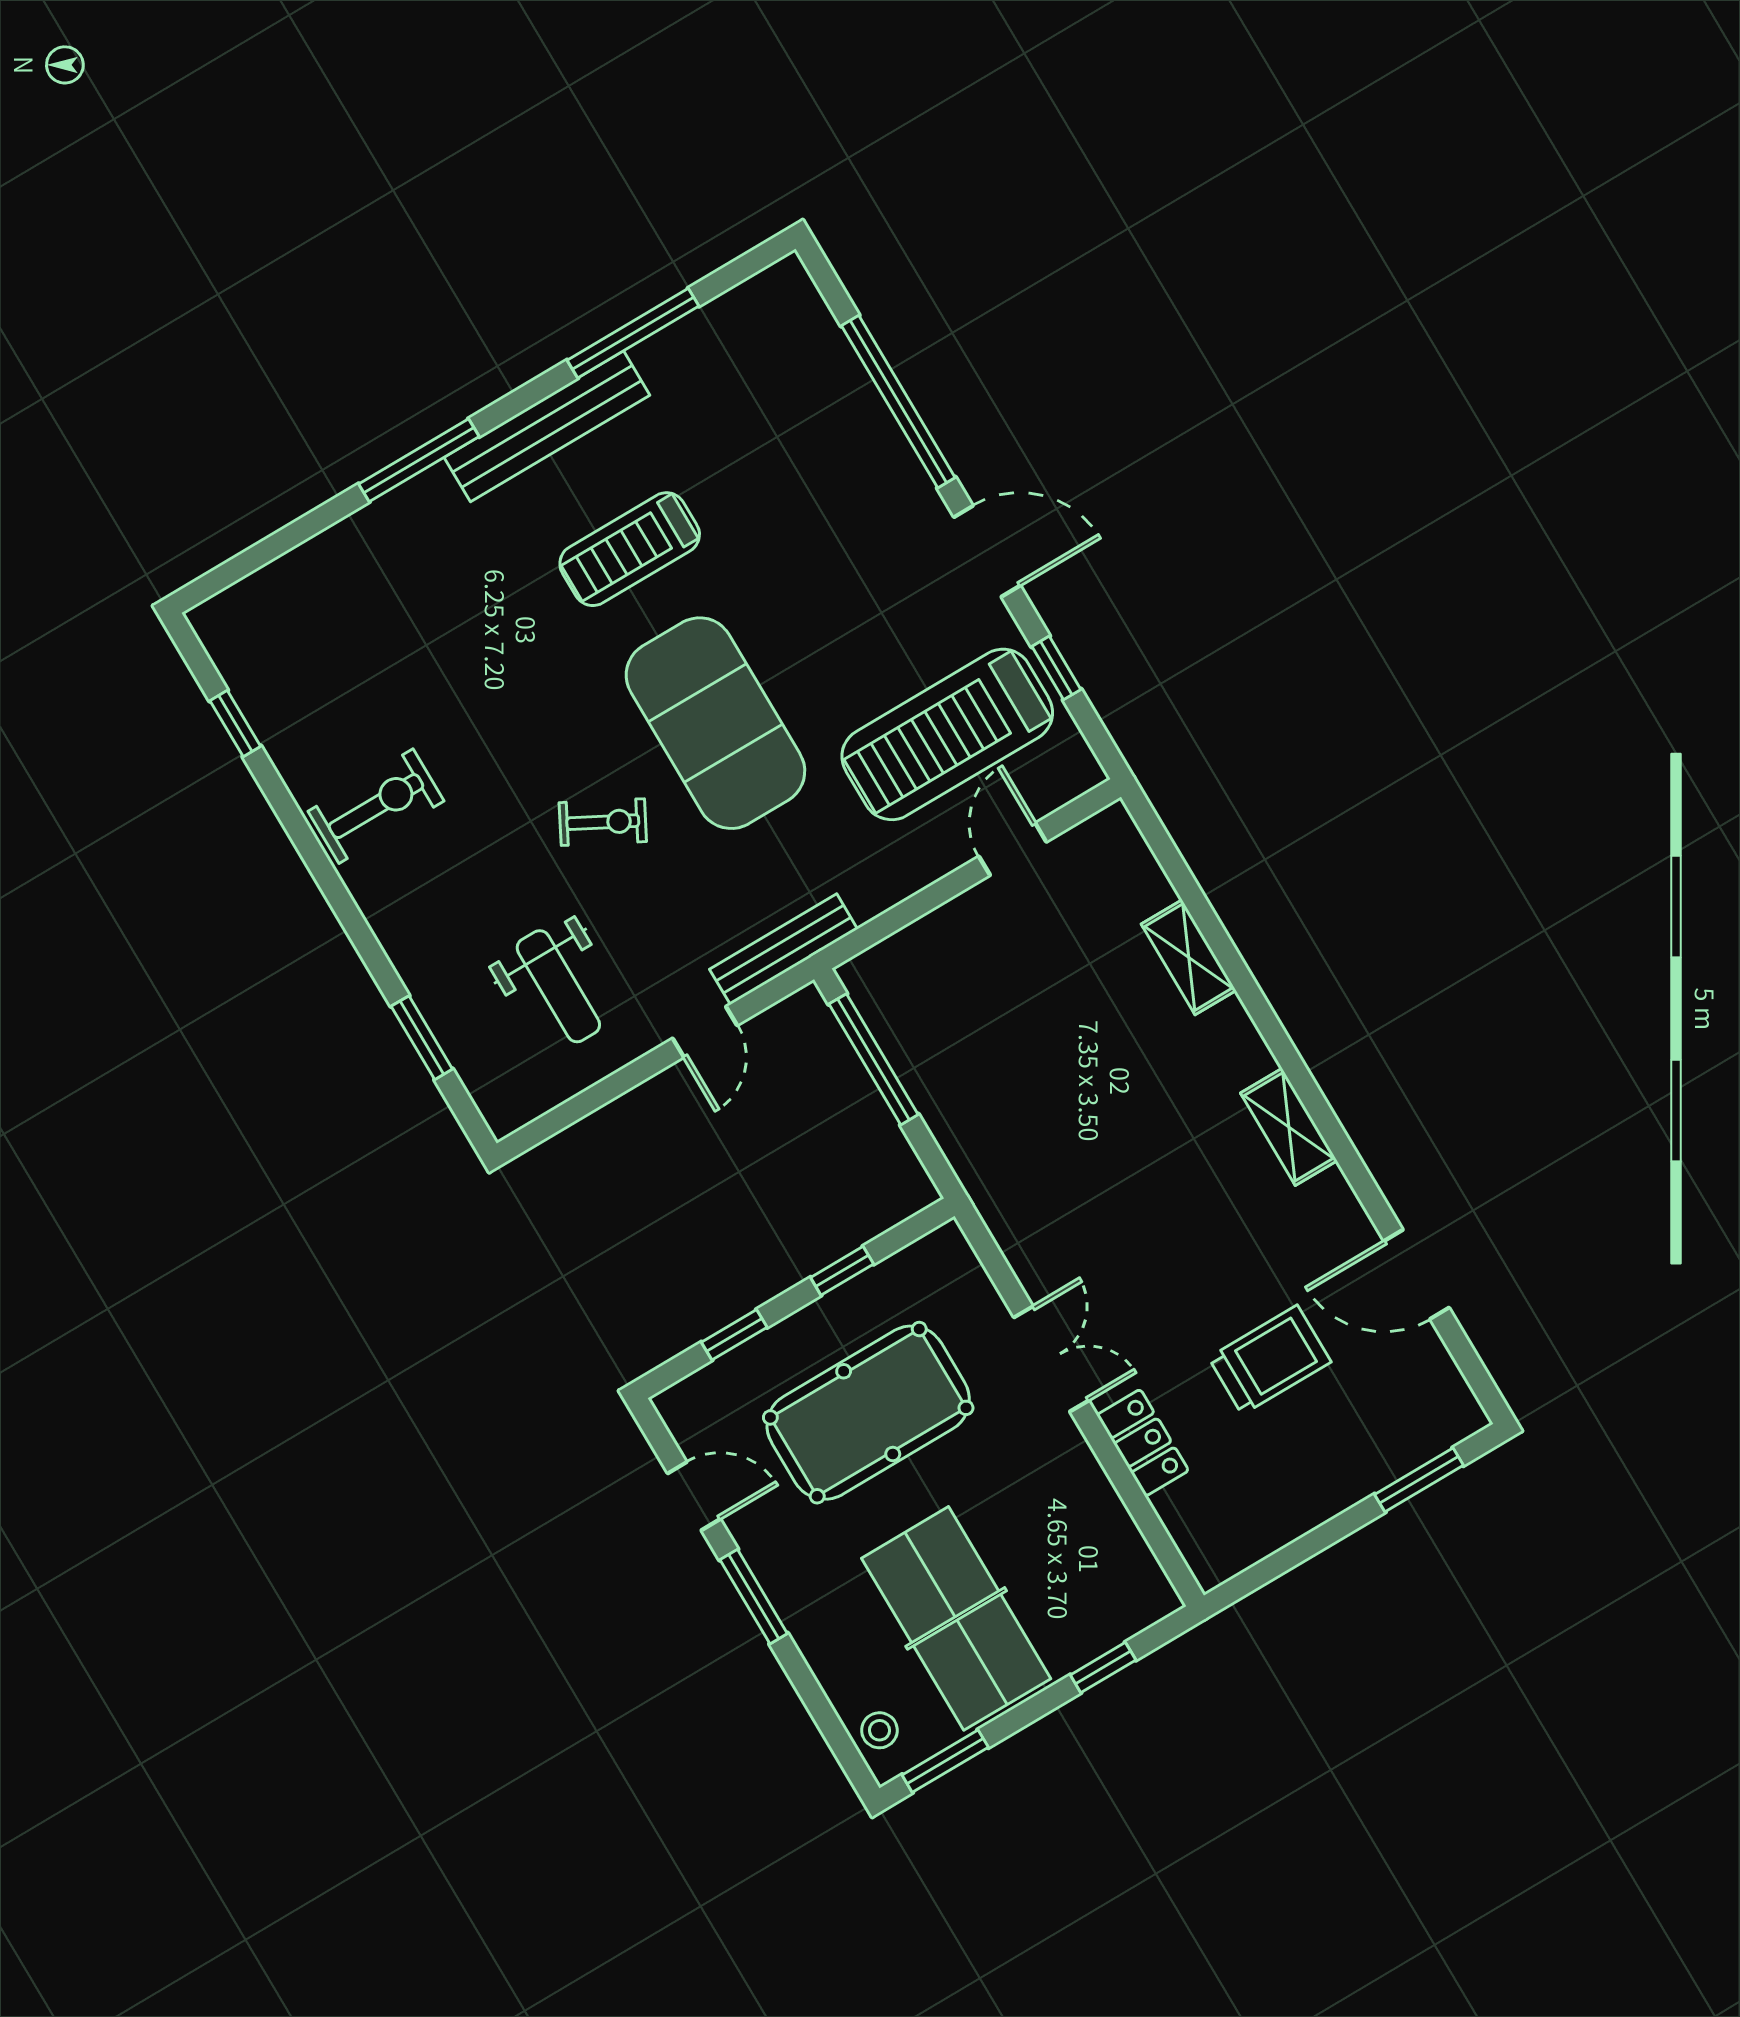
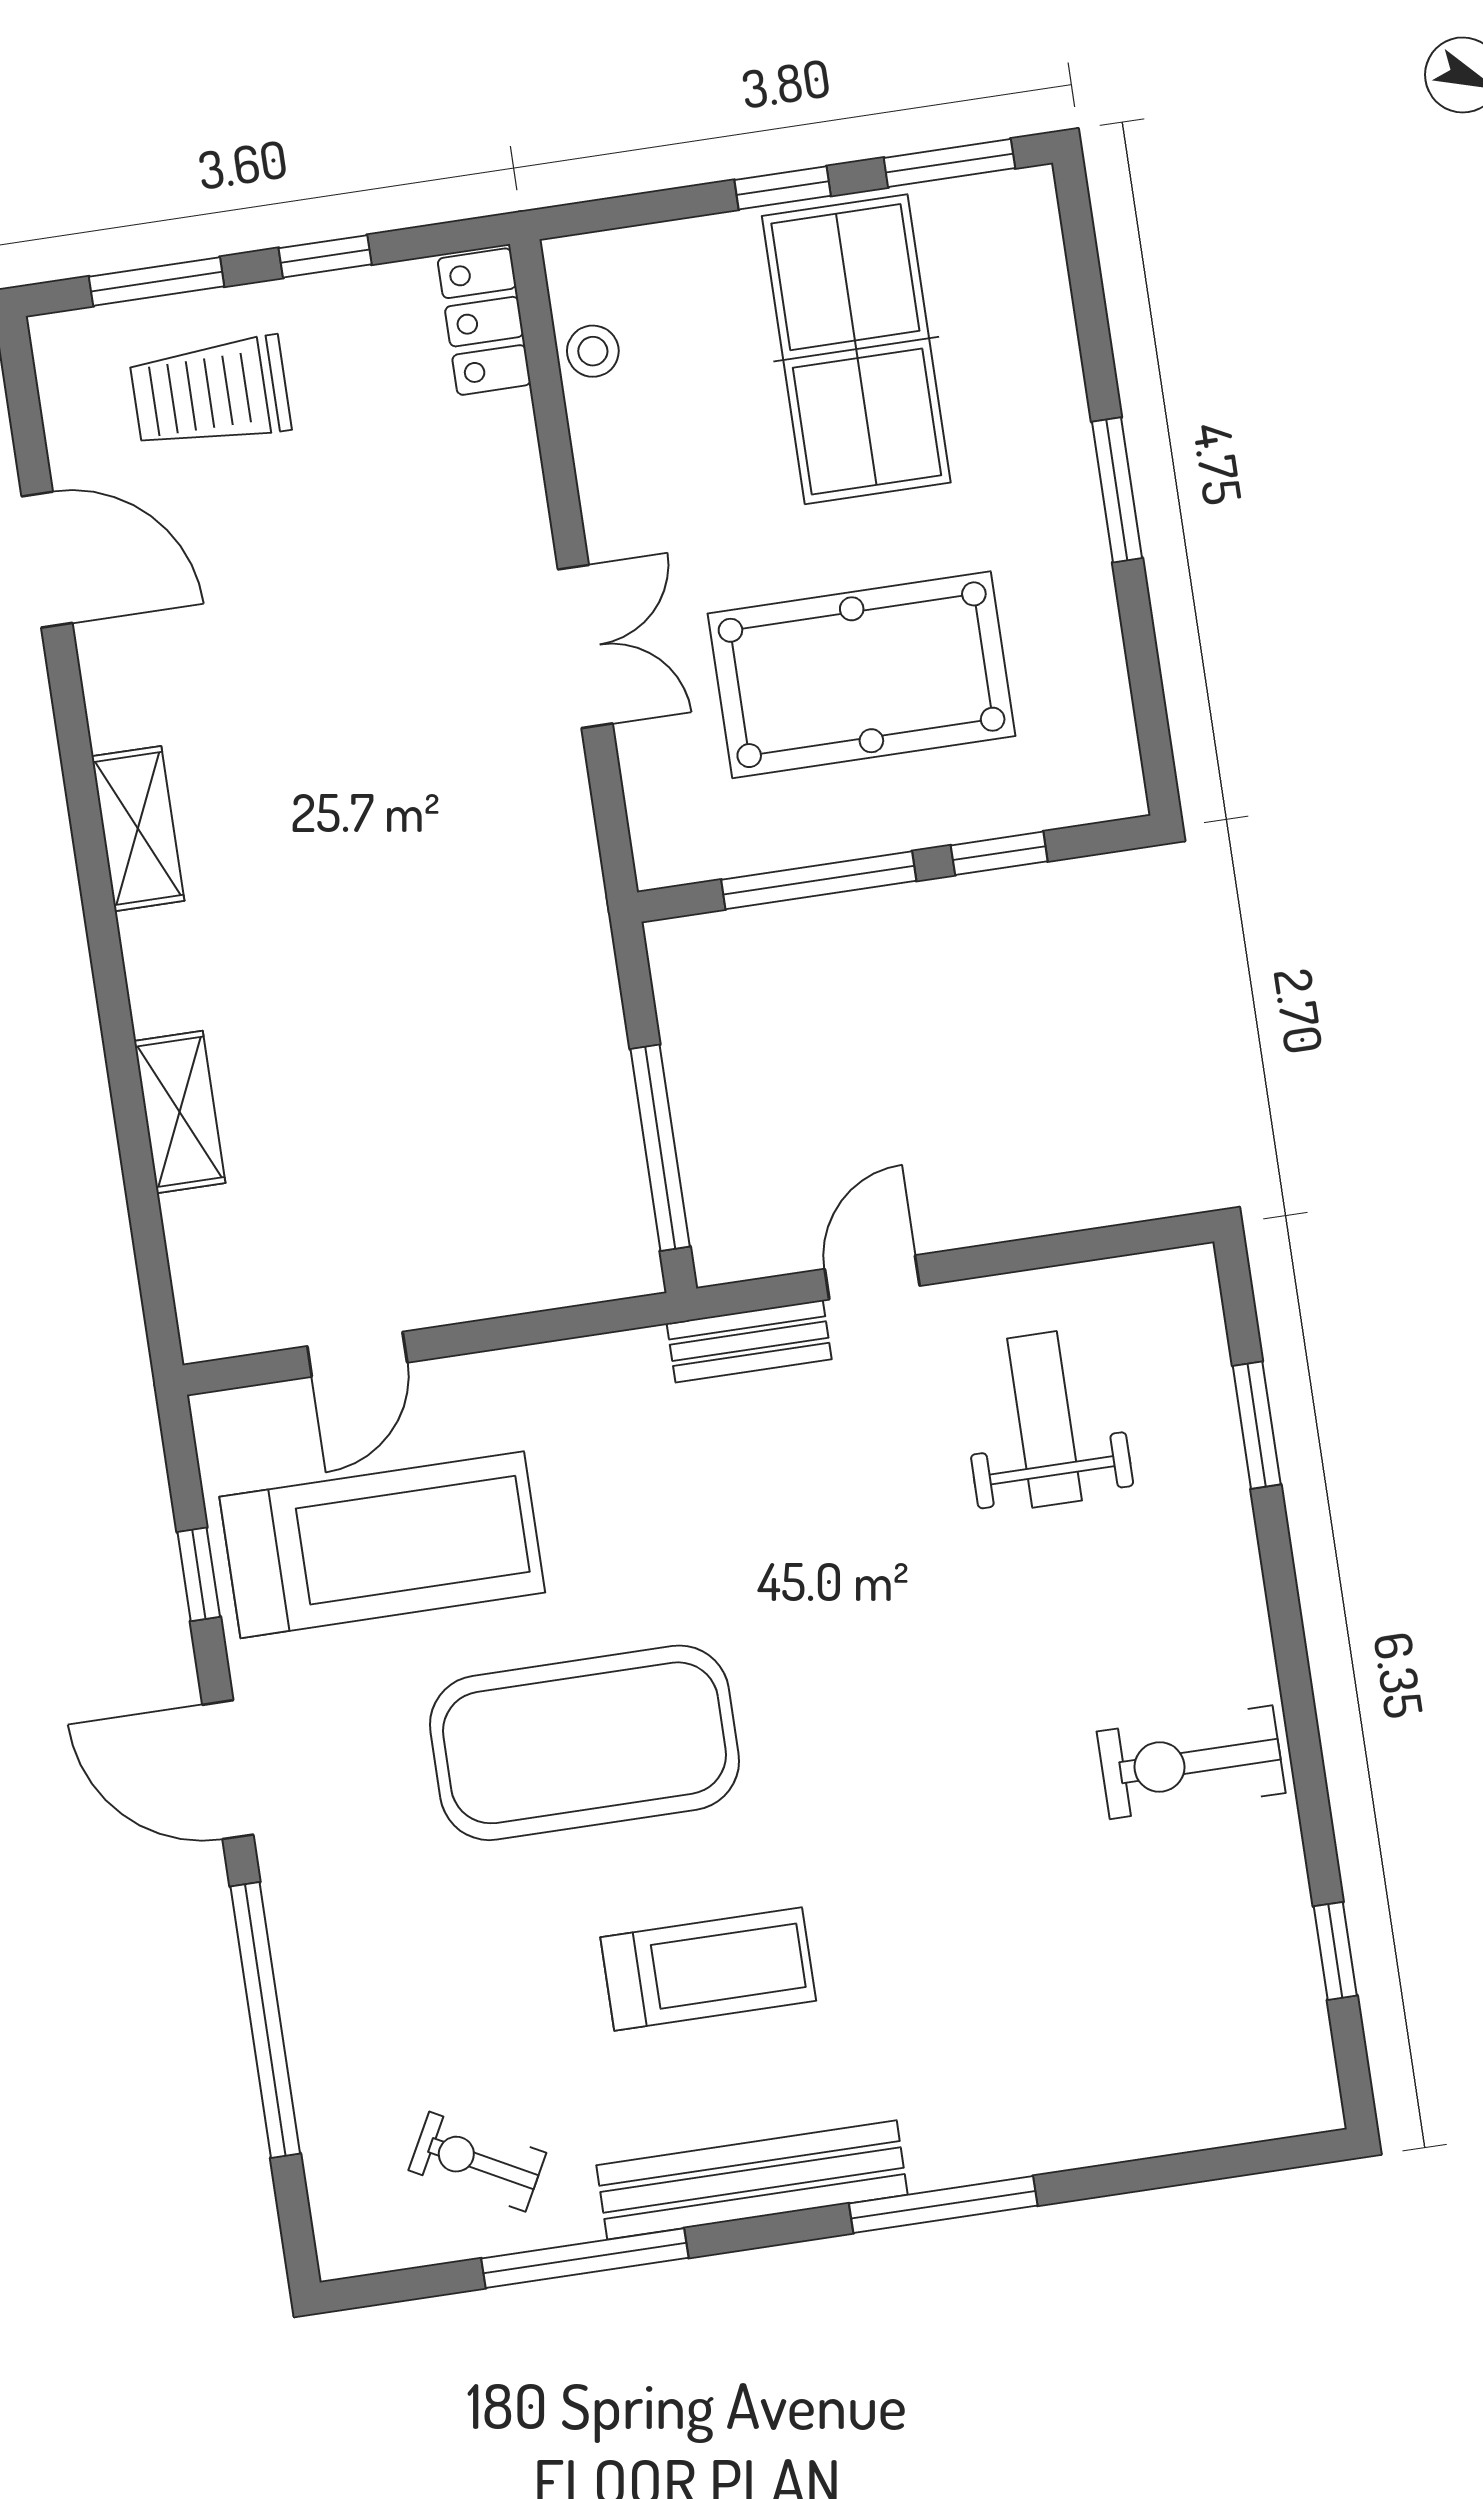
exercise mat: (715, 723) -> (584, 1743), moved, turned 90
exercise bike: (603, 822) -> (477, 2162), moved
bench: (784, 949) -> (749, 1341), width x0.73
window: (842, 1271) -> (819, 880), width x2.17
double door: (1051, 1359) -> (585, 646), swing flipped
trolley: (1270, 1360) -> (210, 393), moved
locker: (1143, 1443) -> (484, 322), moved
door: (694, 1496) -> (1142, 658), removed
window: (1318, 1540) -> (325, 256), added
window: (1103, 1667) -> (783, 188), moved
stool: (879, 1730) -> (593, 351), moved

